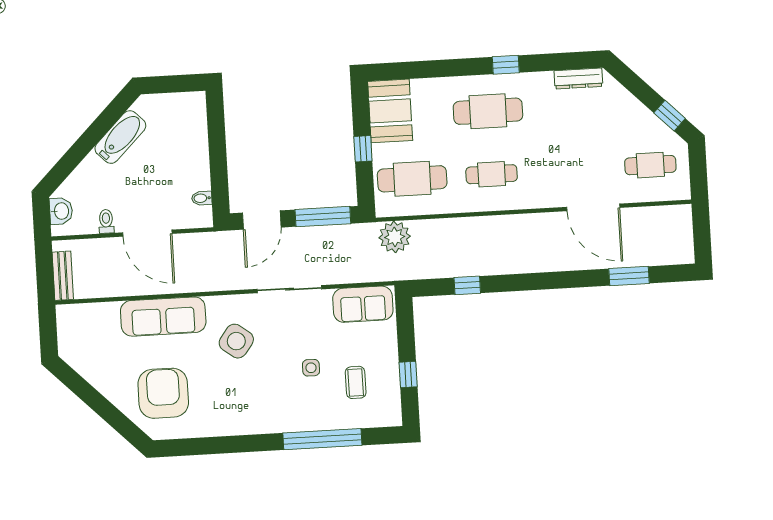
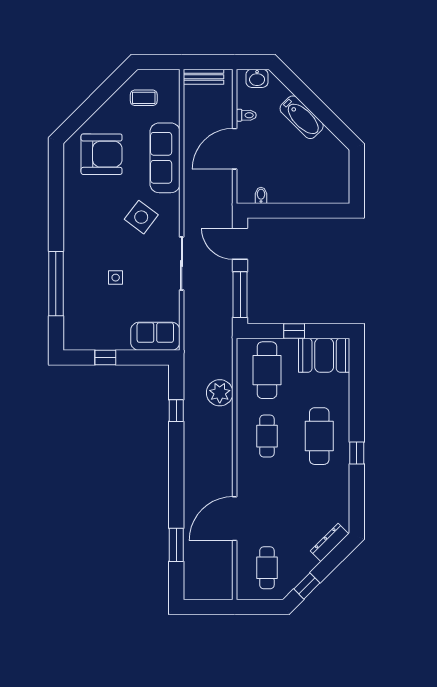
dresser: (578, 78) -> (330, 542), moved, turned 45
bathtub: (120, 137) -> (302, 117), moved
plant: (395, 237) -> (220, 393), moved
sofa: (363, 304) -> (155, 336), moved, turned 90
coffee table: (356, 382) -> (144, 98), moved

